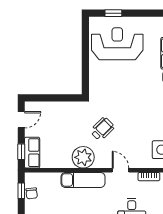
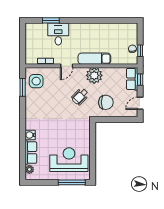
window: (113, 13) -> (72, 182), width x2.17
reception desk: (117, 44) -> (69, 160), turned 180
chair: (67, 121) -> (106, 102), added
door: (120, 170) -> (67, 66), hinge flipped

